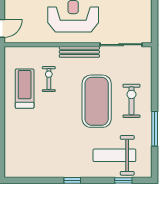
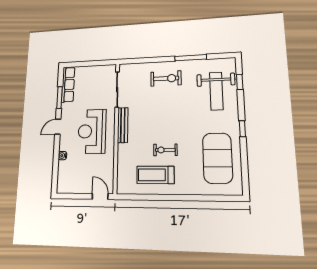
exercise bike: (49, 79) -> (165, 150), moved
exercise mat: (97, 101) -> (217, 158), moved, turned 90
exercise bike: (131, 101) -> (166, 78), turned 180

